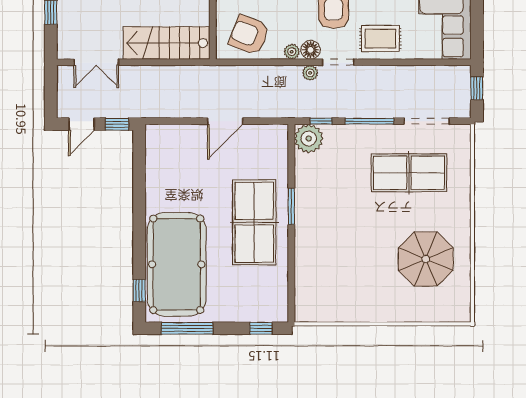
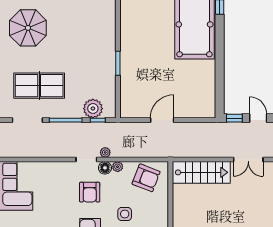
rug: (380, 39) -> (58, 175), removed
double door: (96, 62) -> (248, 160), swing flipped
door: (82, 124) -> (258, 118), hinge flipped
plant: (309, 139) -> (93, 109), moved
table tennis table: (254, 222) -> (143, 53), removed

